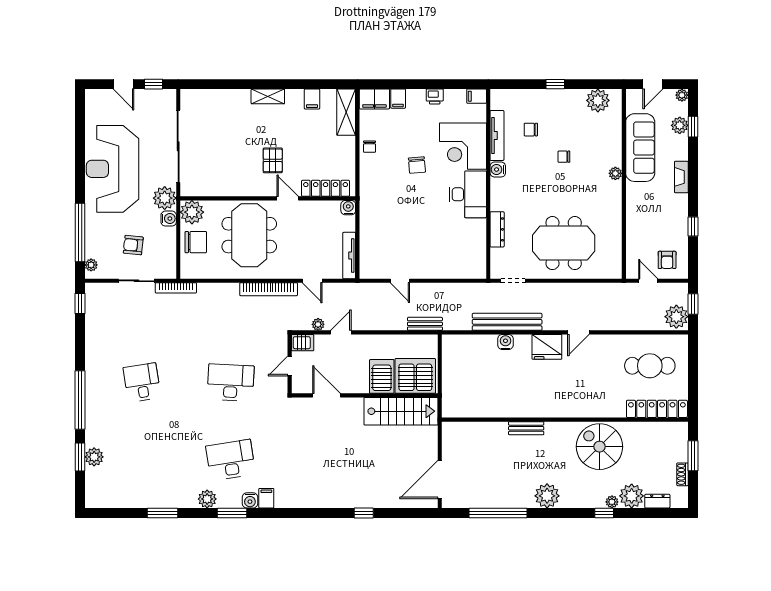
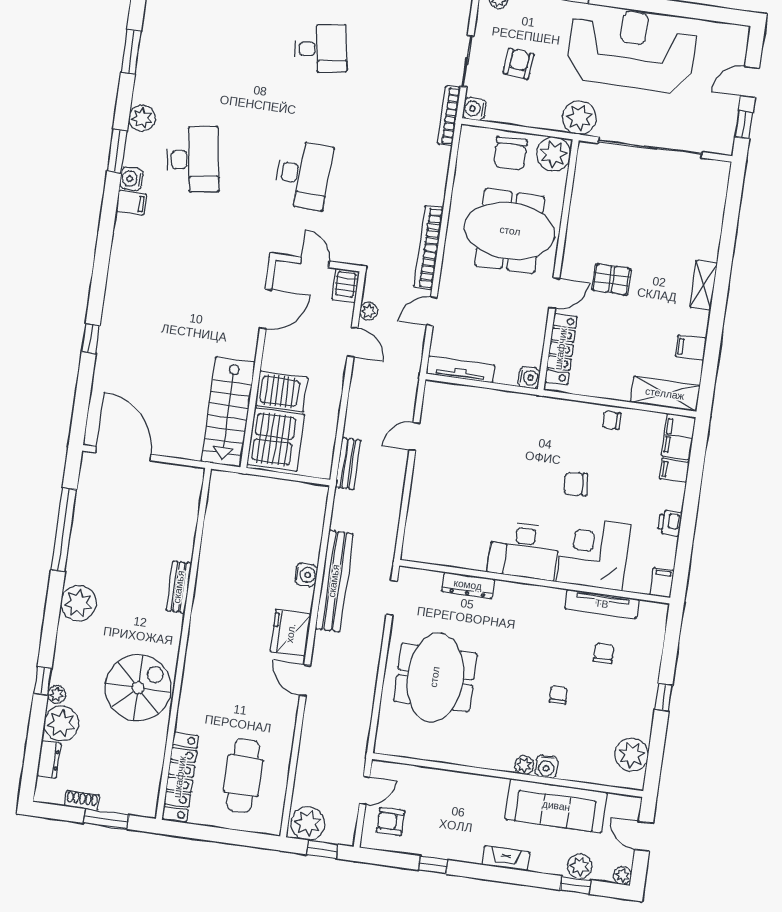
water cooler: (498, 170) -> (546, 767), moved, turned 180
water cooler: (169, 219) -> (474, 109), moved, turned 90

